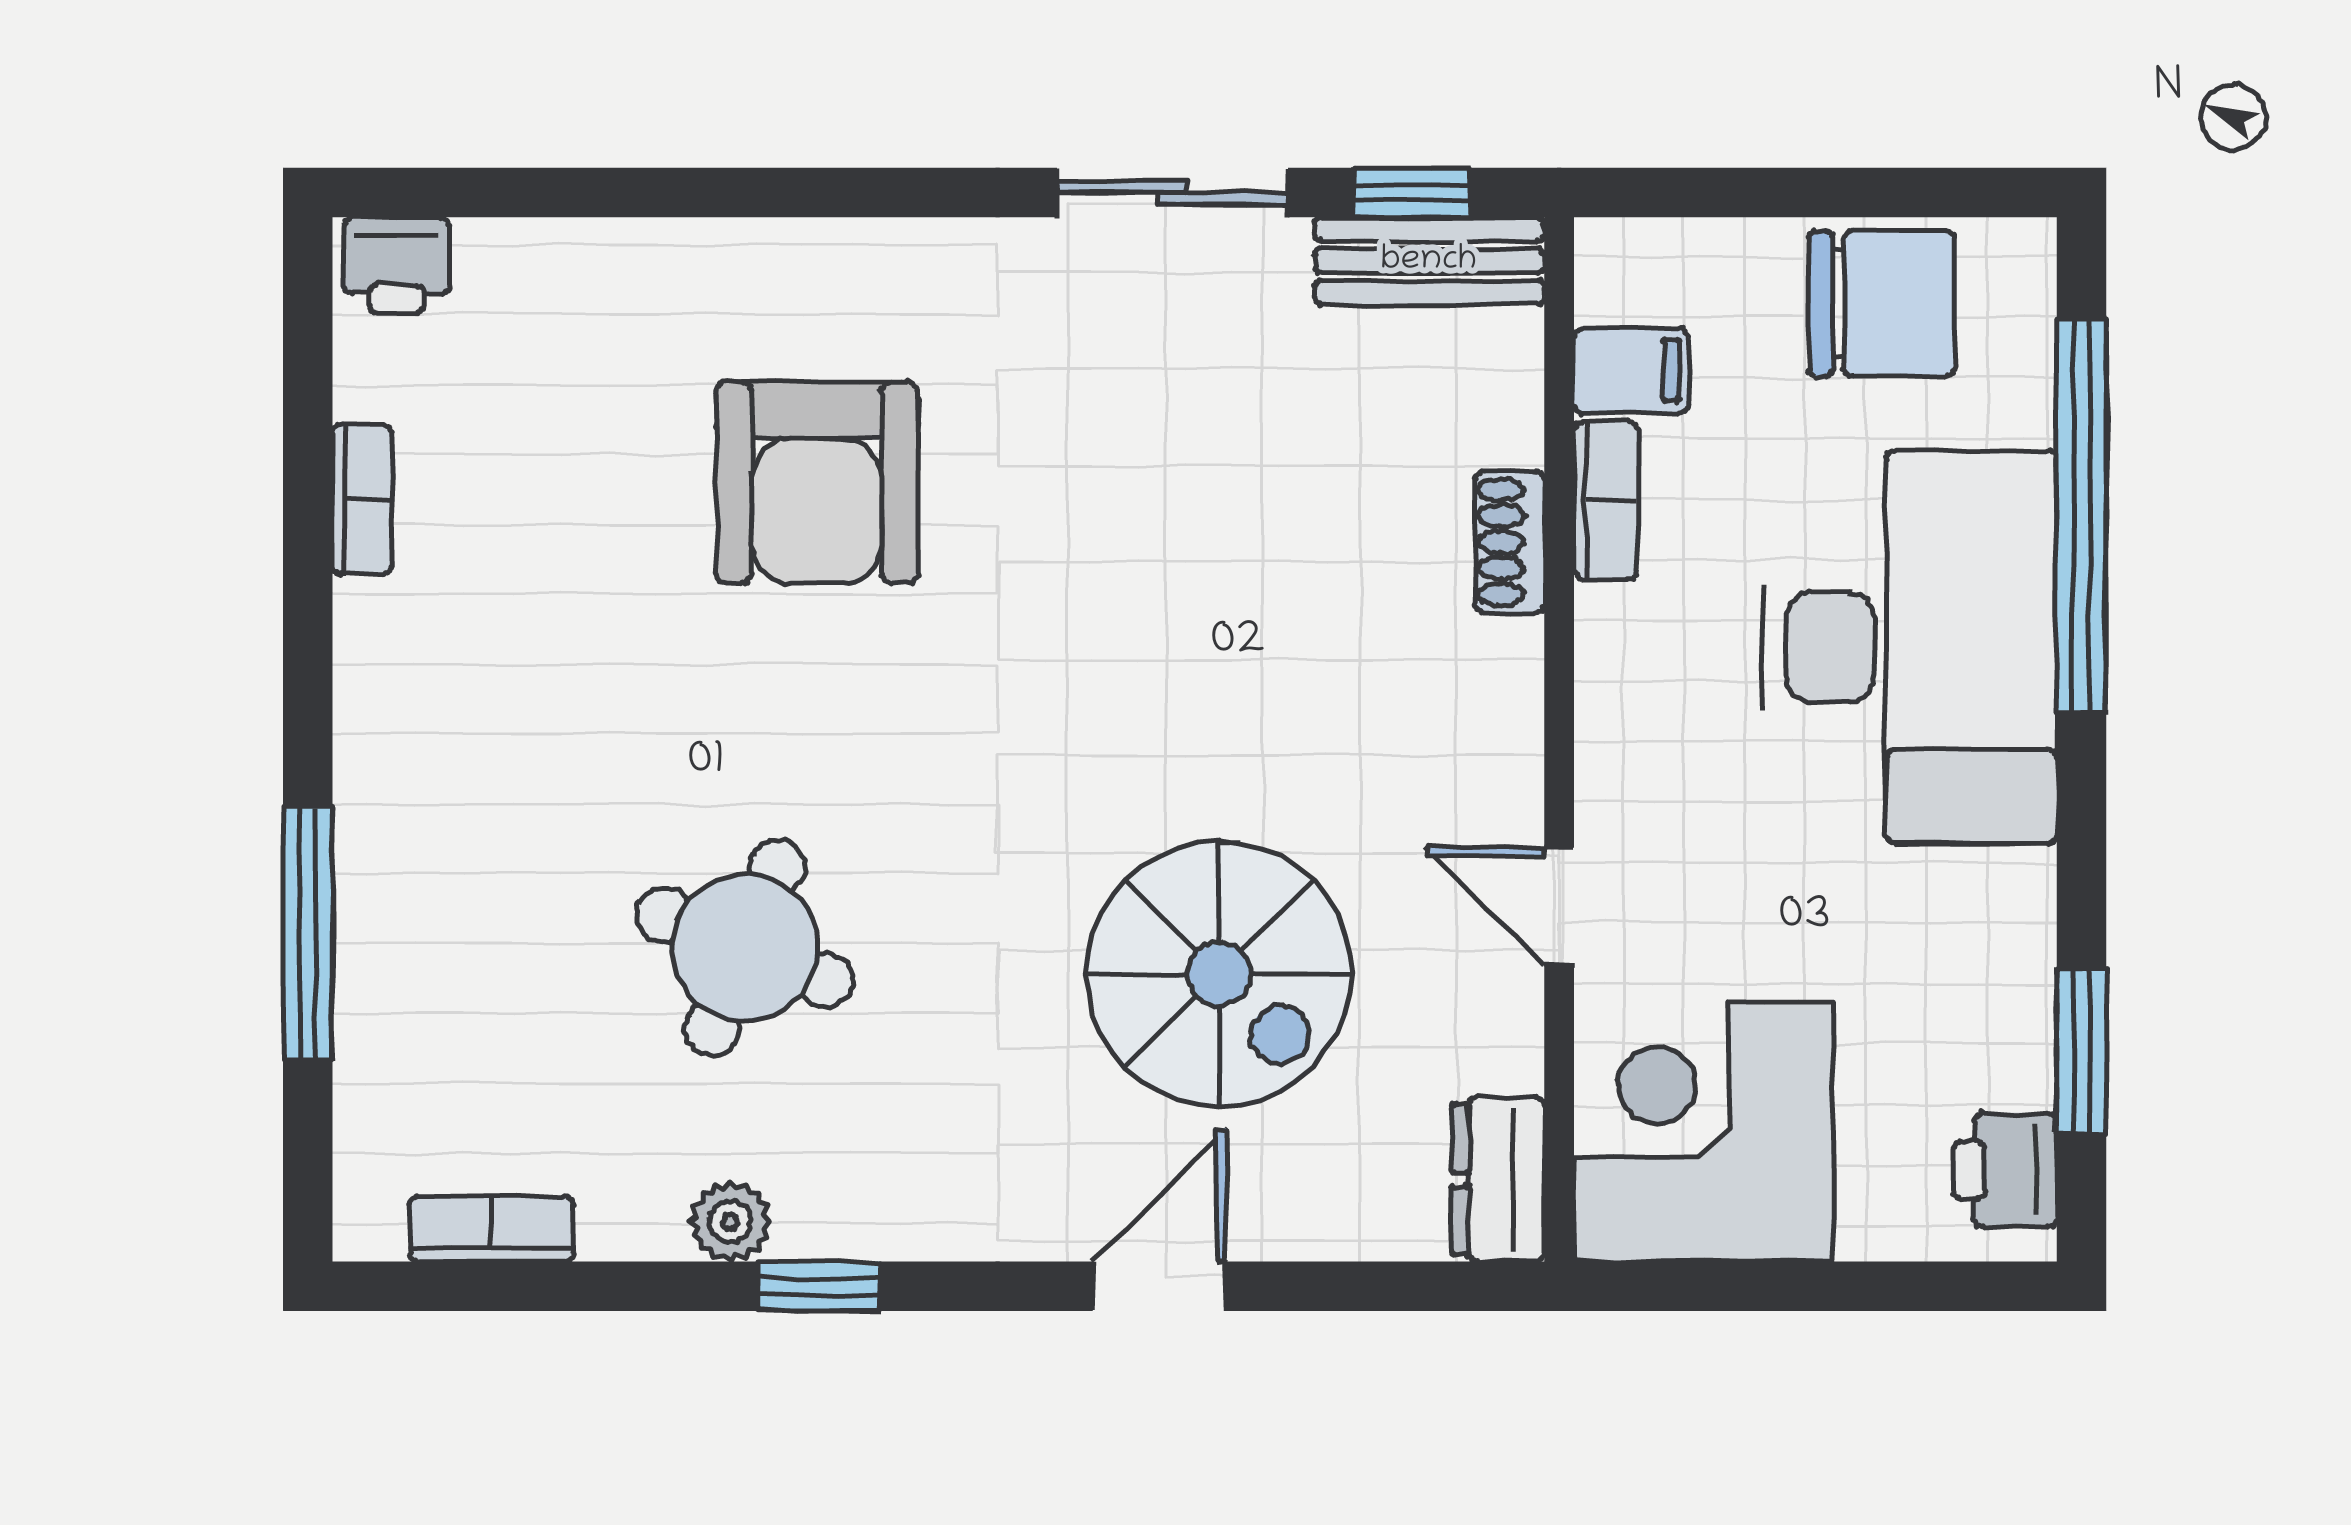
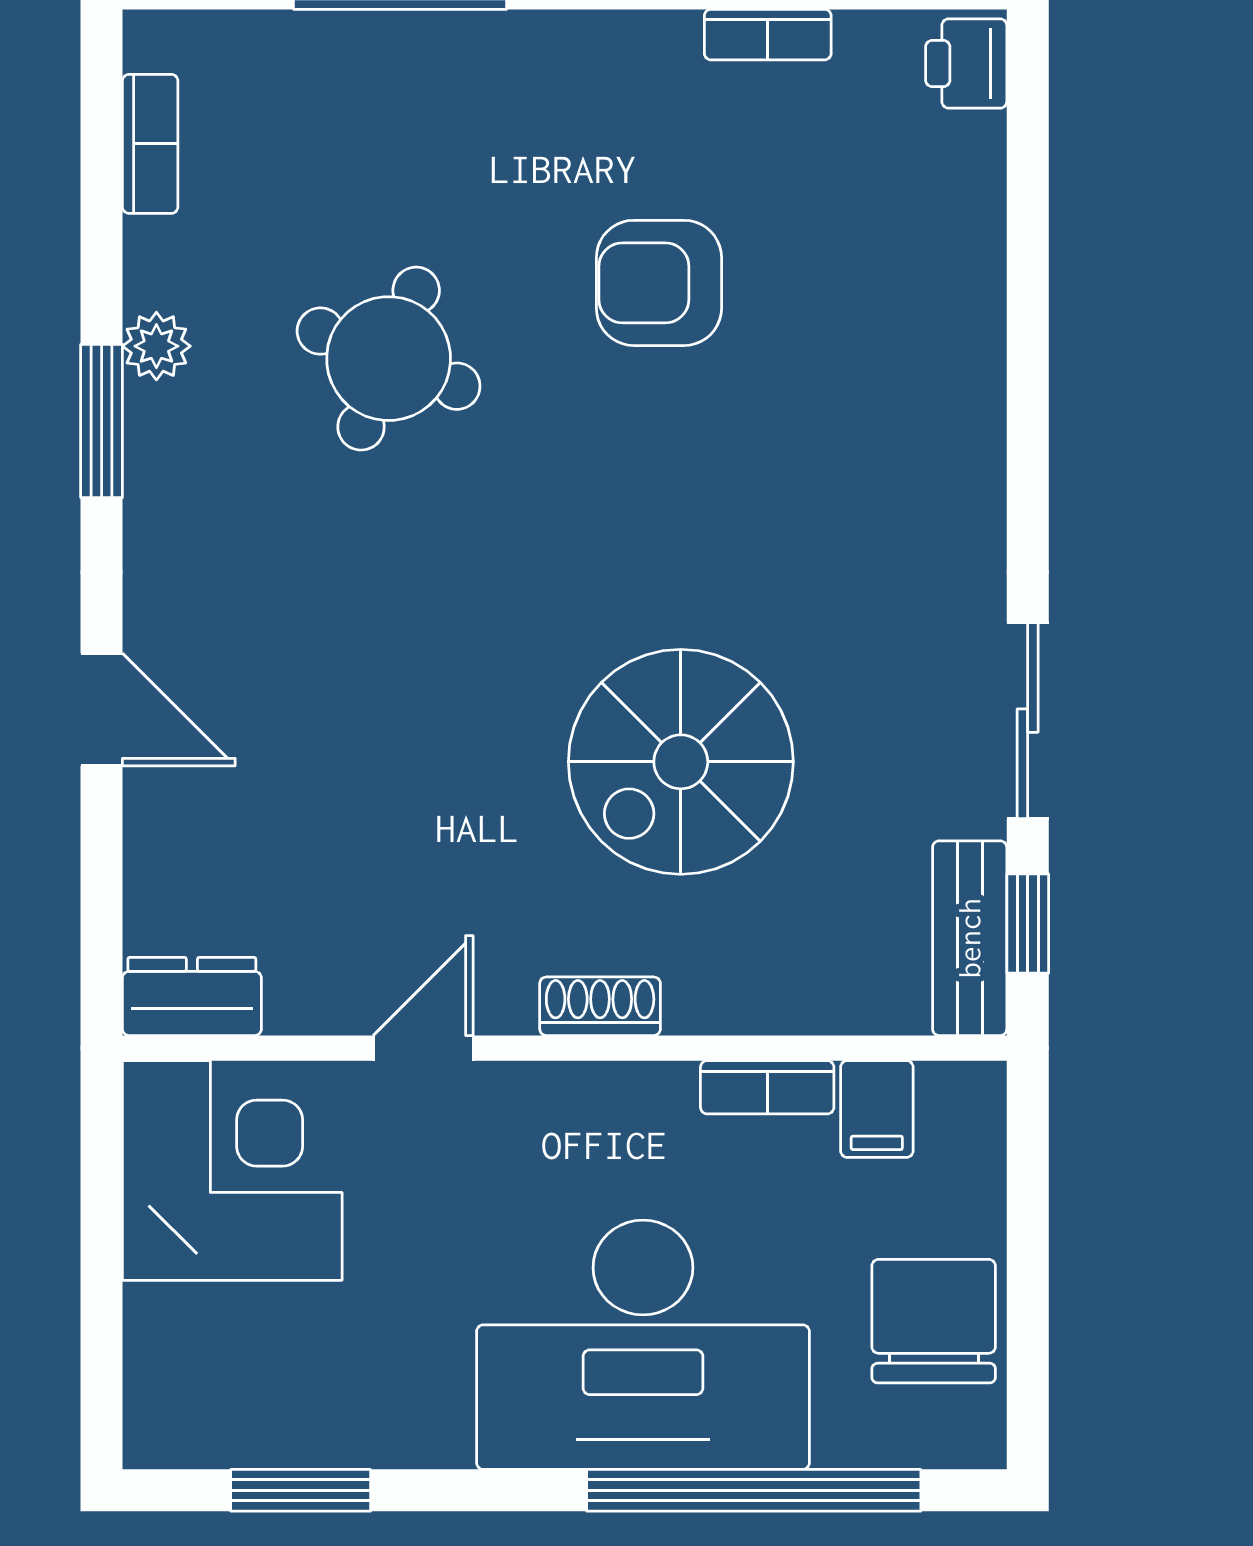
chair: (1882, 304) -> (934, 1321), turned 180
armchair: (817, 483) -> (659, 283), moved, width x0.73, depth x0.73
shoe rack: (1510, 542) -> (600, 1006), moved
spiral stairs: (1219, 974) -> (681, 762), moved
printer: (2005, 1170) -> (200, 1425), removed
window: (819, 1286) -> (102, 421), width x1.50

